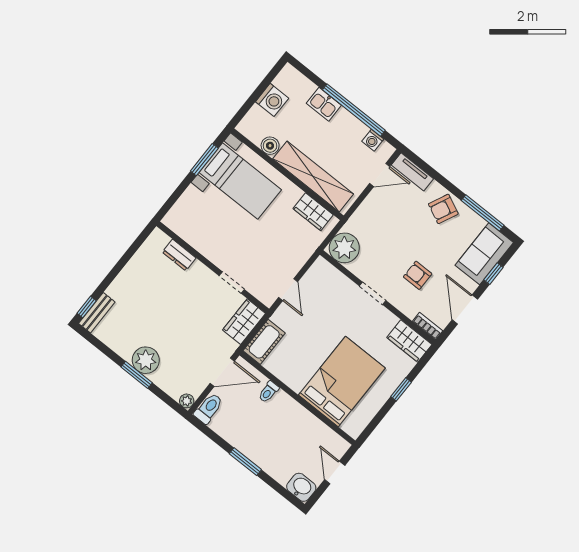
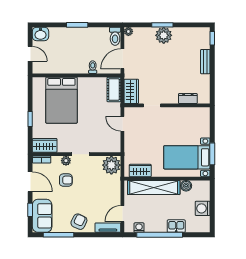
plant: (398, 300) -> (66, 161), added
bench: (97, 313) -> (205, 62), moved

